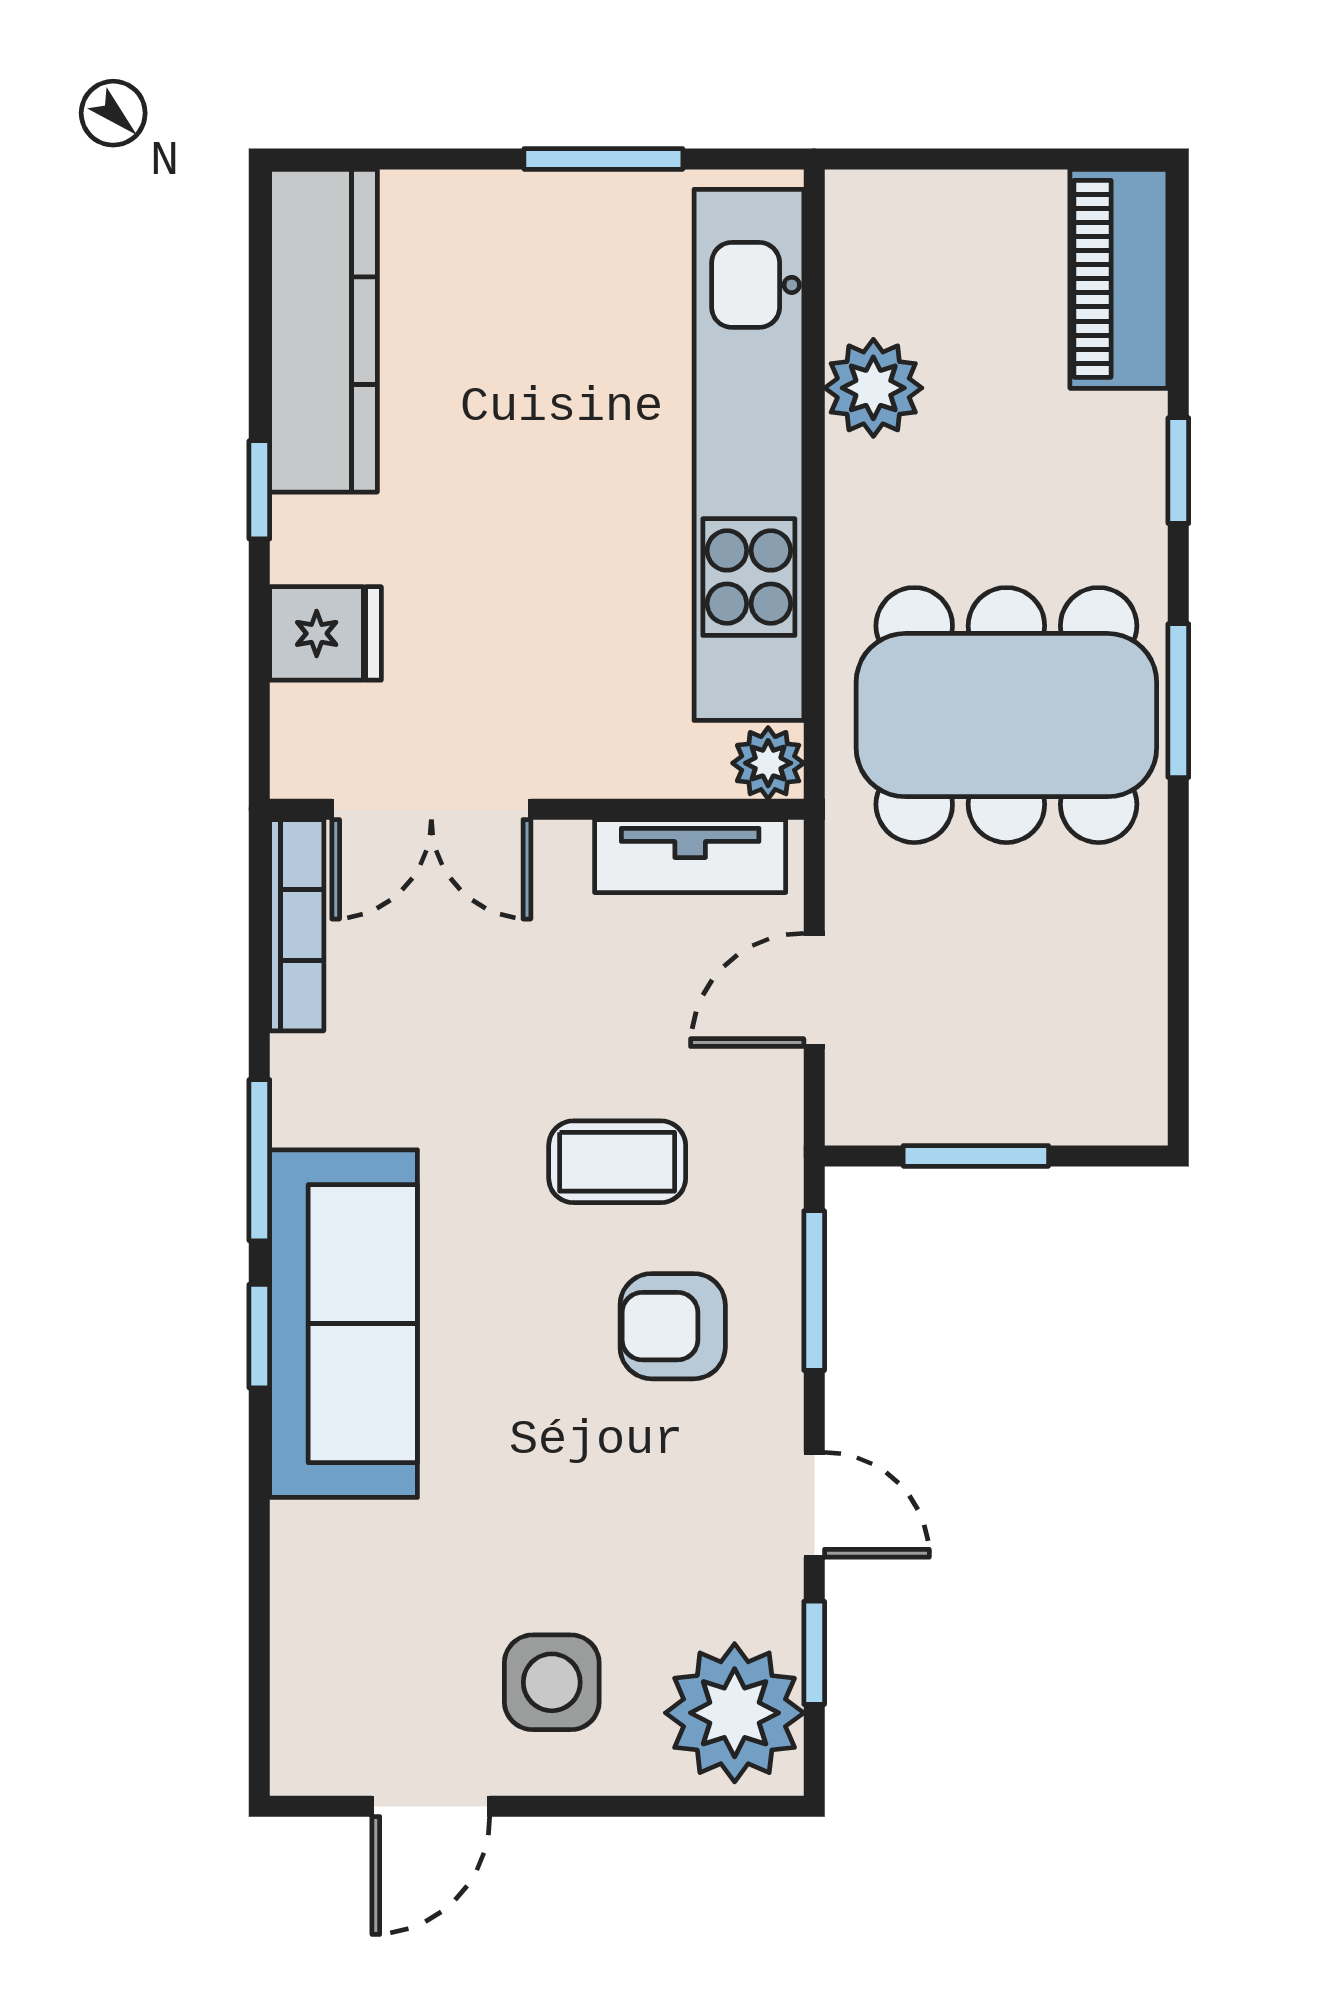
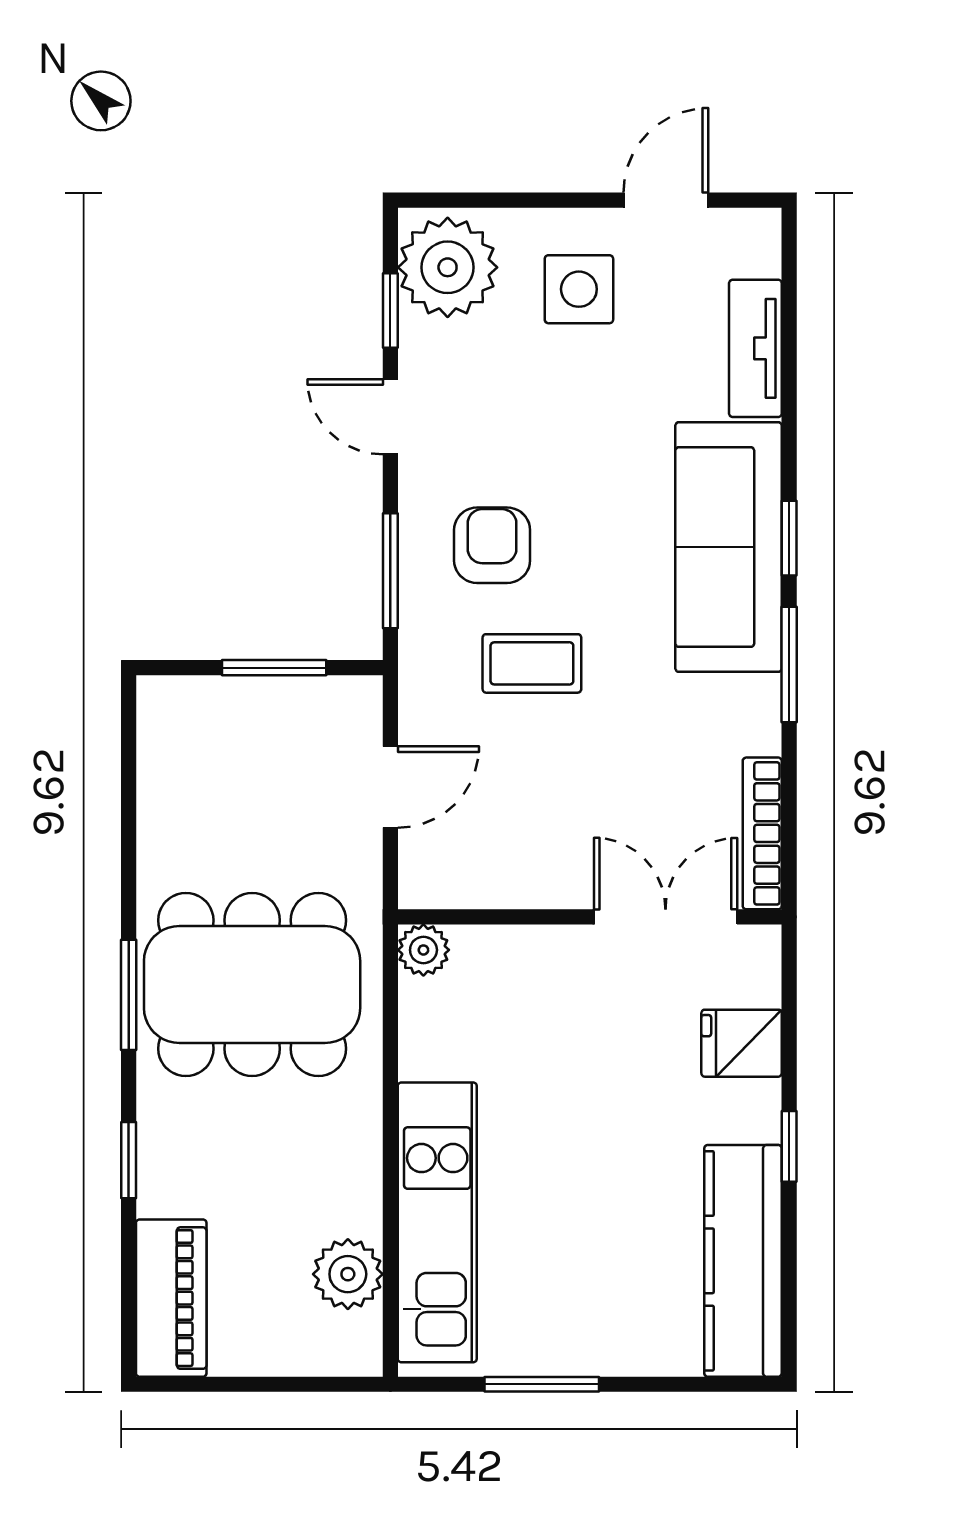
plant: (873, 388) -> (348, 1274), moved
kitchen unit: (749, 455) -> (437, 1222), width x0.73
tv unit: (690, 856) -> (755, 348), moved, turned -90
armchair: (673, 1326) -> (492, 545), turned -90

